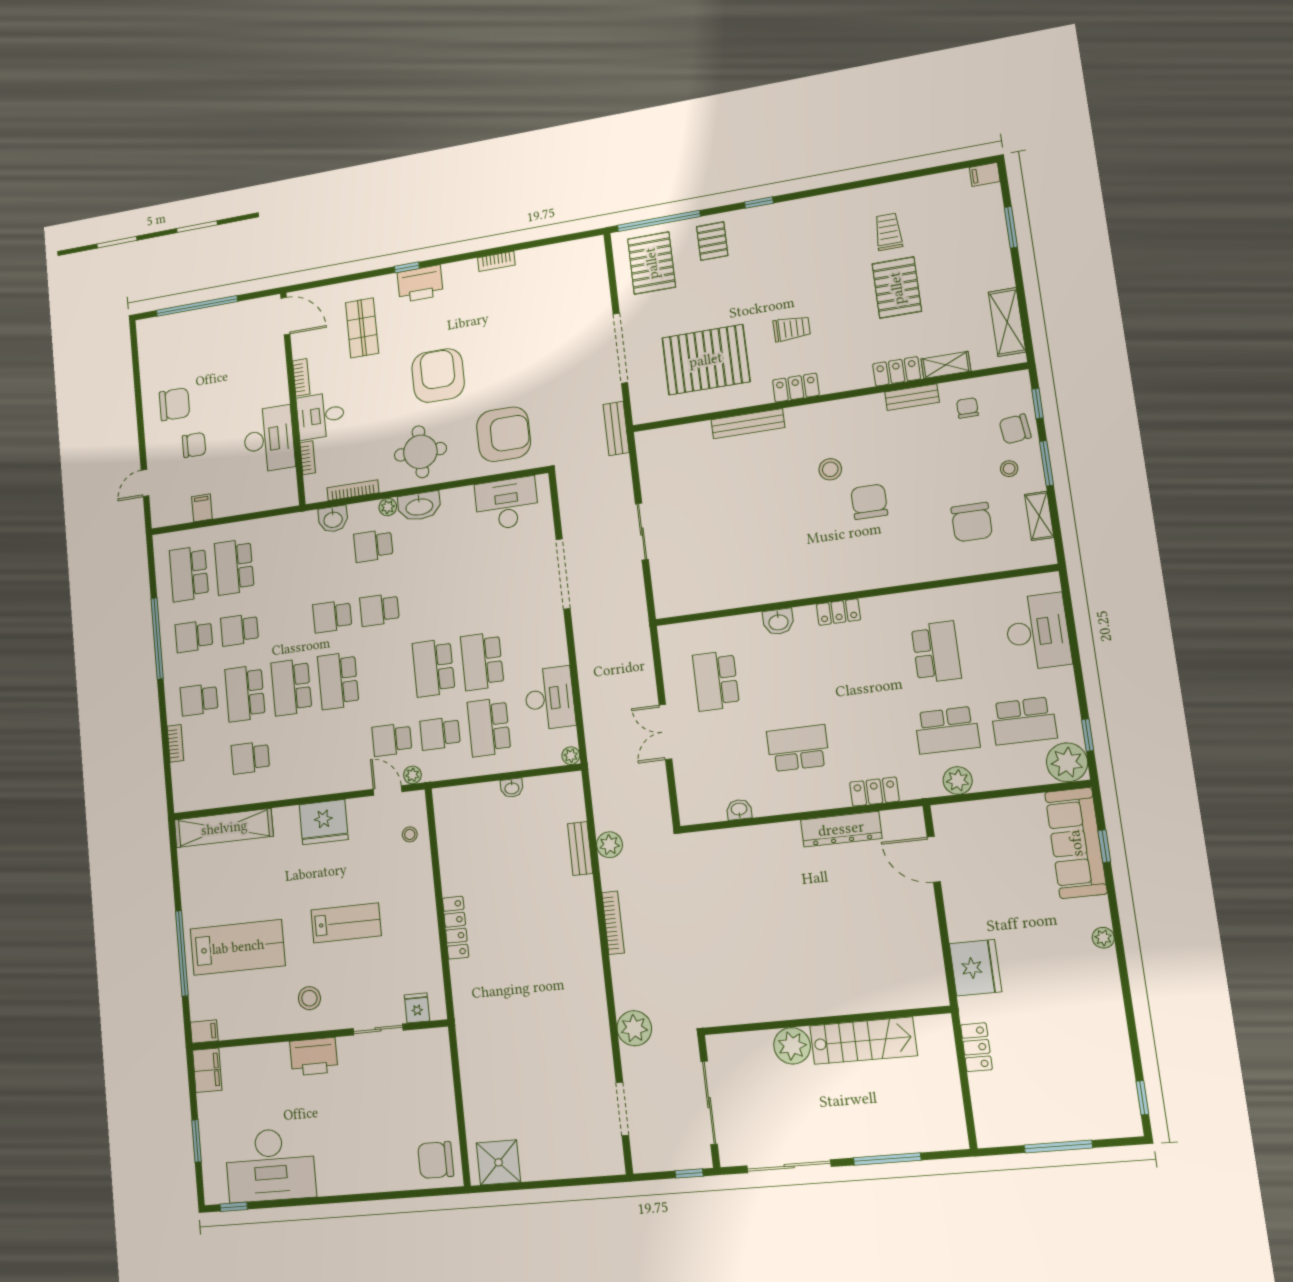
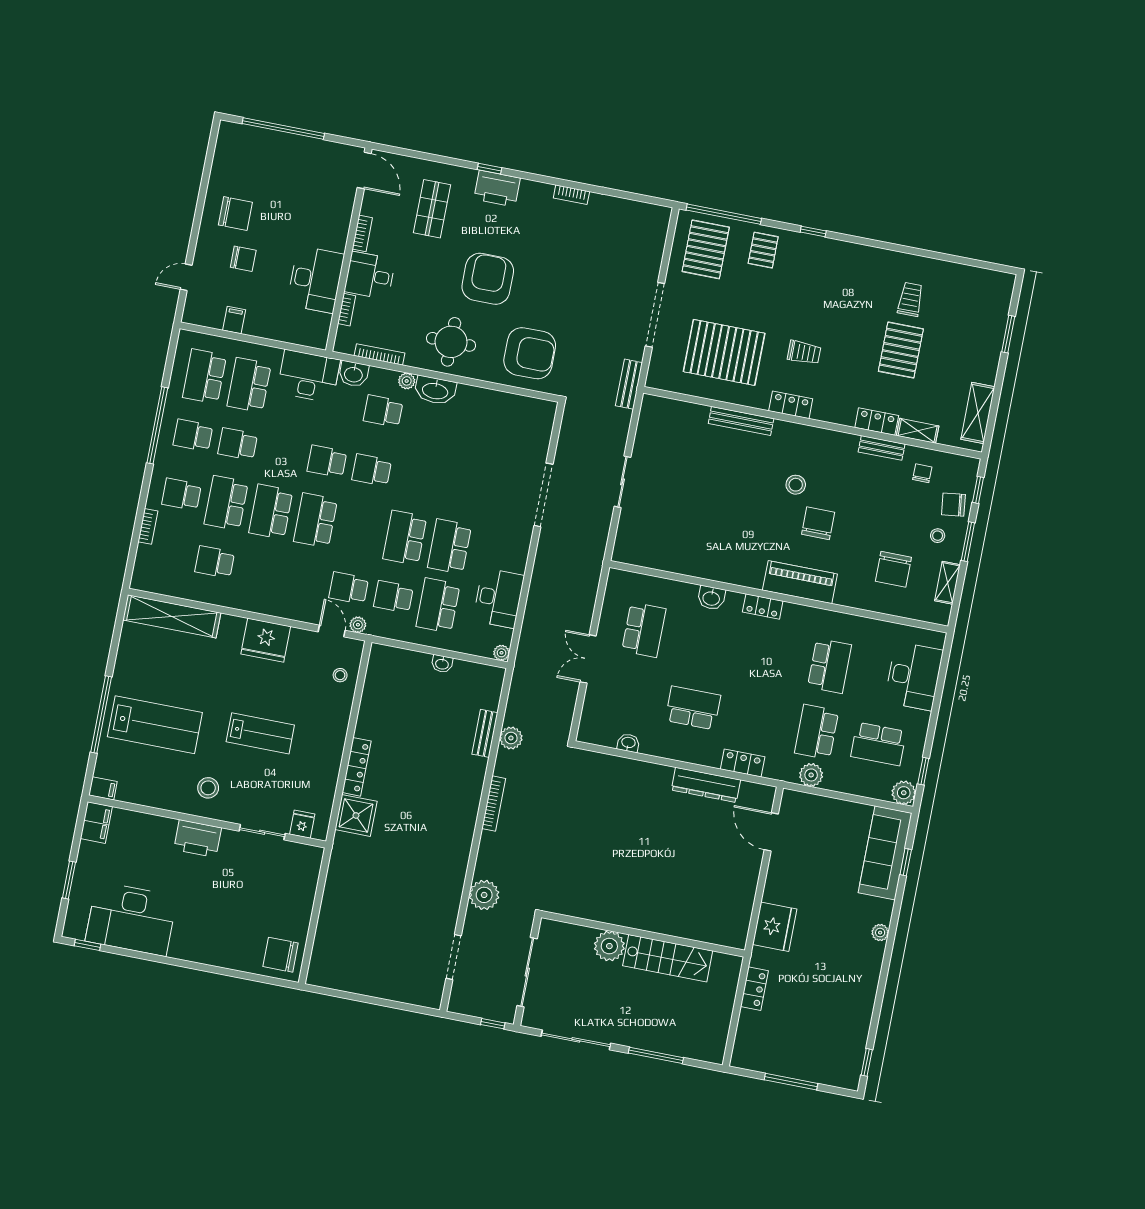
filing cabinet: (985, 174) -> (1003, 281), removed
desk: (507, 504) -> (309, 376), moved
piano: (871, 572) -> (800, 582), added
school desk: (716, 681) -> (644, 630), turned 180
school desk: (947, 730) -> (817, 732), turned 90
plant: (1067, 762) -> (904, 793), width x0.73, depth x0.73
shower: (499, 1162) -> (356, 815), moved

